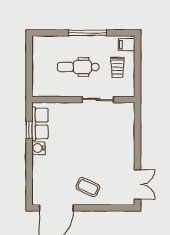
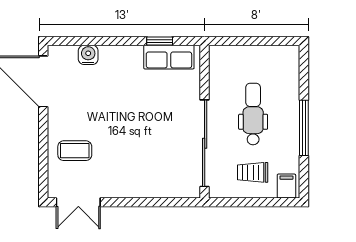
sliding door: (98, 100) -> (205, 143), width x1.86
water cooler: (39, 148) -> (88, 55), moved
coffee table: (88, 187) -> (75, 151), moved, turned 65

